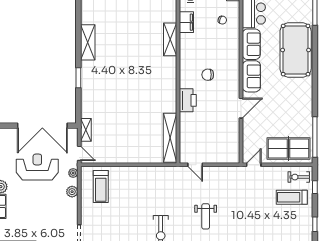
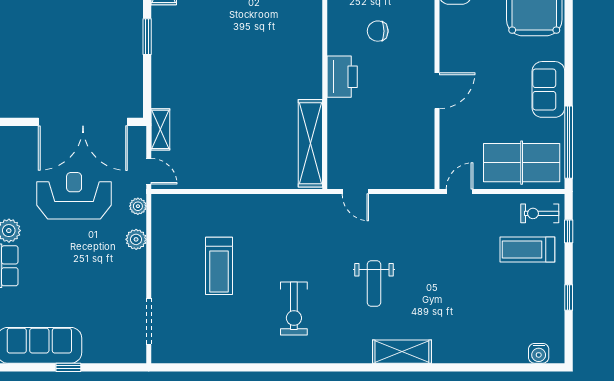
sofa: (251, 76) -> (548, 89), moved, turned 180
treadmill: (101, 187) -> (219, 266), moved

